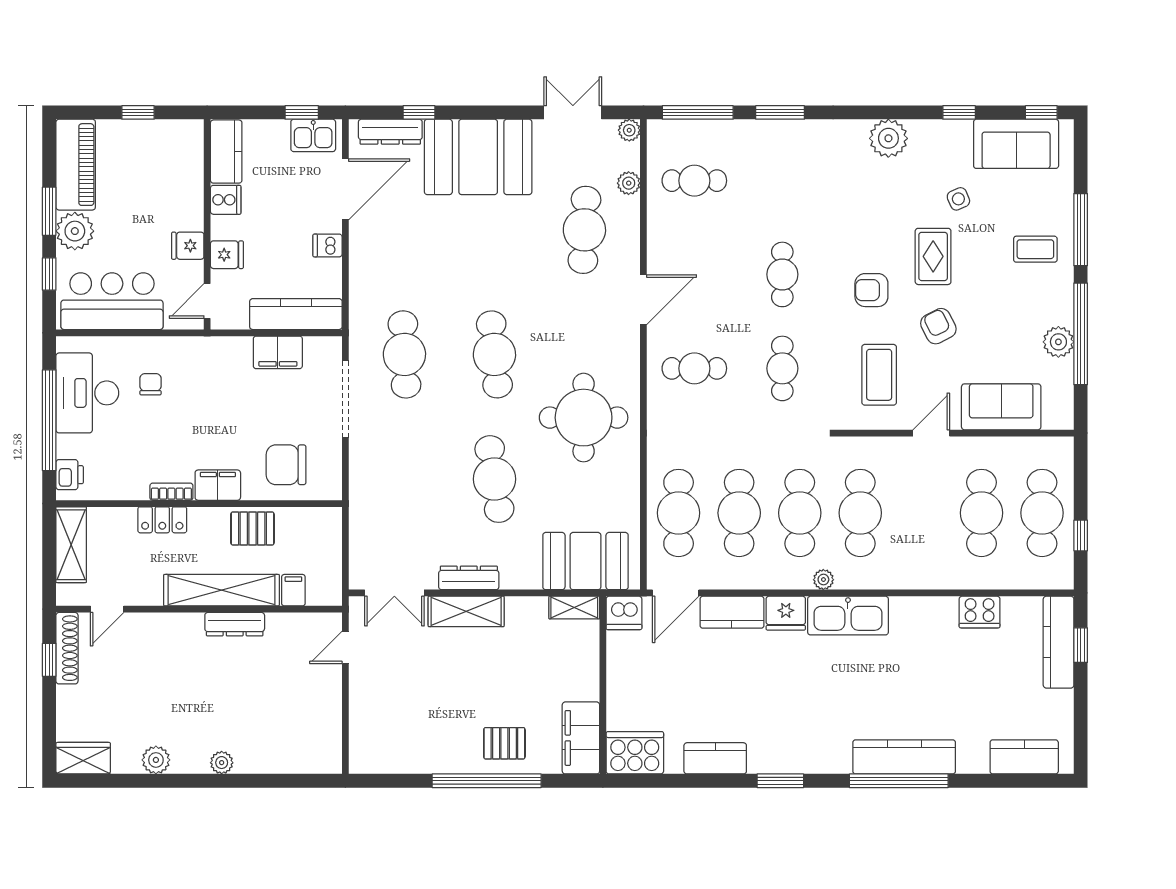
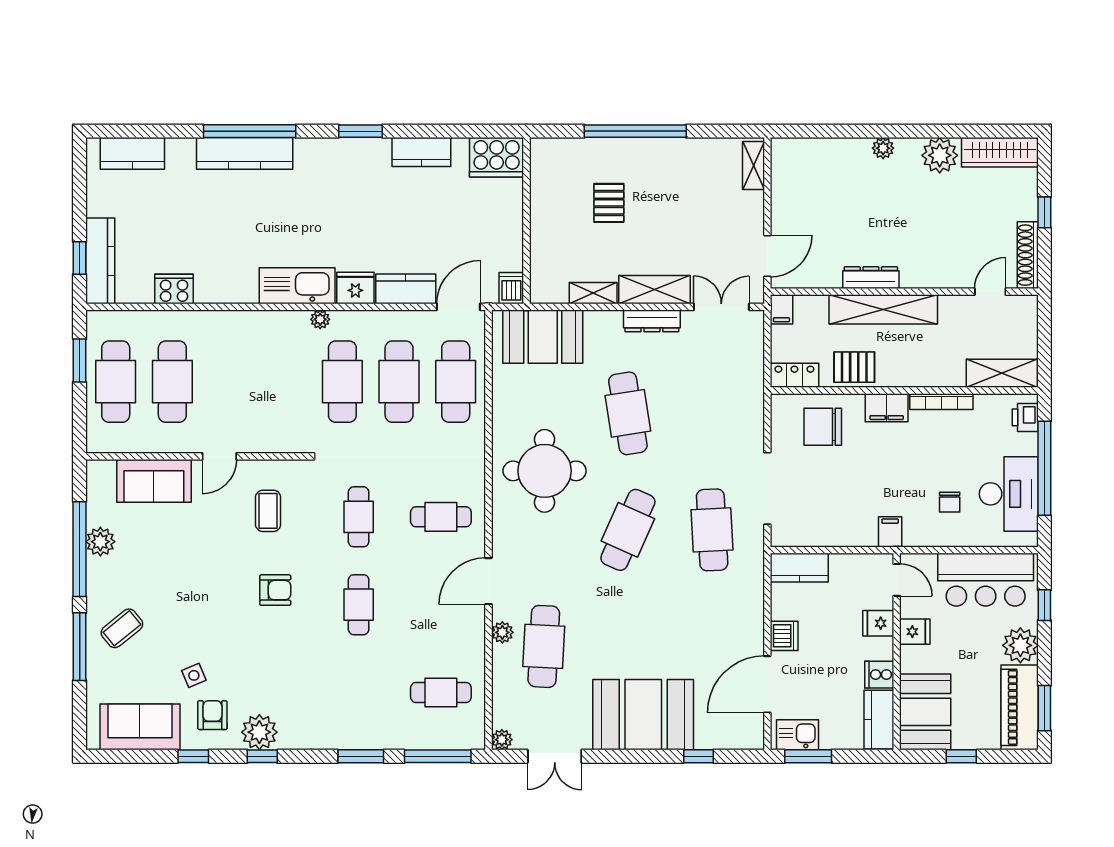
window: (302, 112) -> (808, 756), width x1.50
window: (1041, 112) -> (262, 756), moved
dresser: (390, 132) -> (725, 738), removed
booth: (177, 160) -> (925, 712), added
plant: (629, 183) -> (502, 632), moved
window: (49, 211) -> (1044, 708), moved
dishwasher: (327, 245) -> (784, 636), width x1.38
coffee table: (1035, 249) -> (122, 628), turned -39
rug: (933, 256) -> (218, 622), removed
door: (207, 301) -> (897, 580), hinge flipped
kitchen counter: (296, 314) -> (799, 568), width x0.67
armchair: (938, 326) -> (212, 715), moved, turned -153
filing cabinet: (278, 352) -> (890, 532), moved, width x0.50
cafe table: (494, 354) -> (628, 530), turned 30
coffee table: (879, 375) -> (268, 511), width x0.73, depth x0.77
chair: (286, 465) -> (823, 427), turned 180
bookcase: (171, 492) -> (941, 402), width x1.56
cafe table: (860, 513) -> (286, 382), removed
locker: (162, 520) -> (794, 375), moved
window: (1081, 536) -> (80, 361), width x1.50
shelving: (71, 545) -> (1002, 373), moved, turned 90
filing cabinet: (293, 590) -> (781, 309), moved
shelving: (574, 608) -> (593, 293), moved
dishwasher: (624, 613) -> (511, 288), width x0.73
door: (345, 647) -> (767, 256), width x1.37
window: (49, 660) -> (1044, 212), moved
filing cabinet: (581, 738) -> (547, 171), removed
pallet: (504, 743) -> (609, 203), moved, turned 90
shelving: (360, 744) -> (753, 166), added
wardrobe: (83, 758) -> (1000, 152), width x1.50
plant: (156, 760) -> (940, 155), width x1.36, depth x1.36

